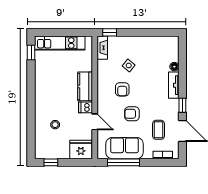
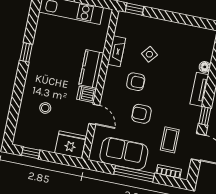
fireplace: (102, 48) -> (117, 51), moved
window: (31, 53) -> (26, 52), moved
armchair: (122, 89) -> (136, 82), turned -90
window: (124, 162) -> (134, 174), moved

